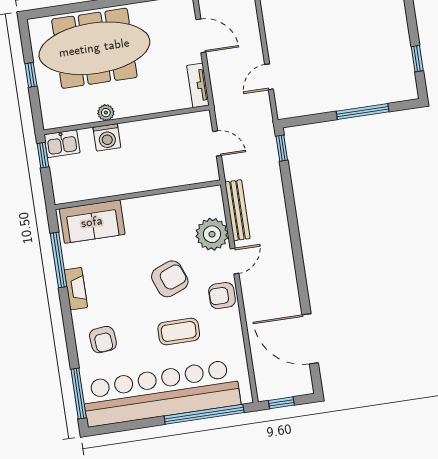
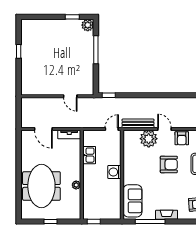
door: (201, 36) -> (43, 129), swing flipped
meeting table: (94, 48) -> (41, 186), width x0.73
plant: (406, 89) -> (88, 25), added
washing machine: (107, 137) -> (114, 172), moved, turned 180
door: (217, 143) -> (112, 129), moved
kitchen sink: (62, 144) -> (89, 155), moved
armchair: (170, 279) -> (169, 164), turned 111

